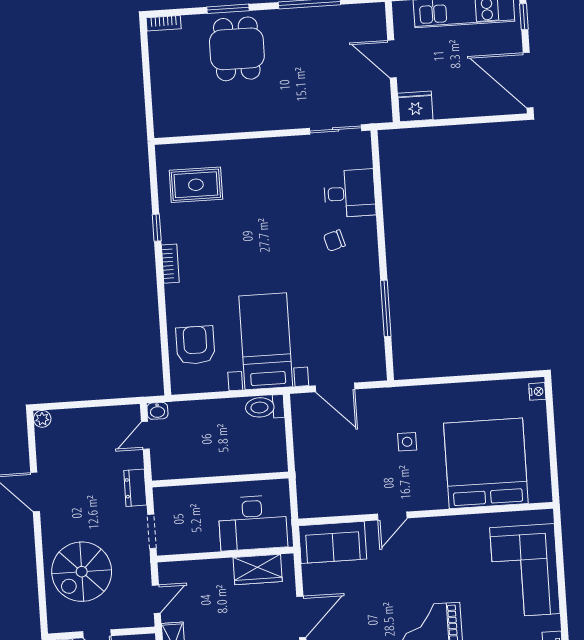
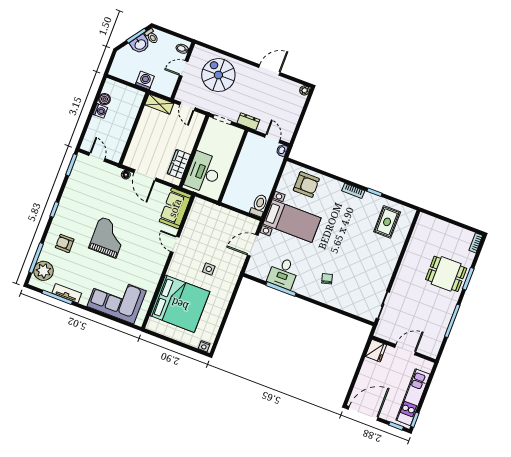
desk: (350, 193) -> (283, 273), moved

